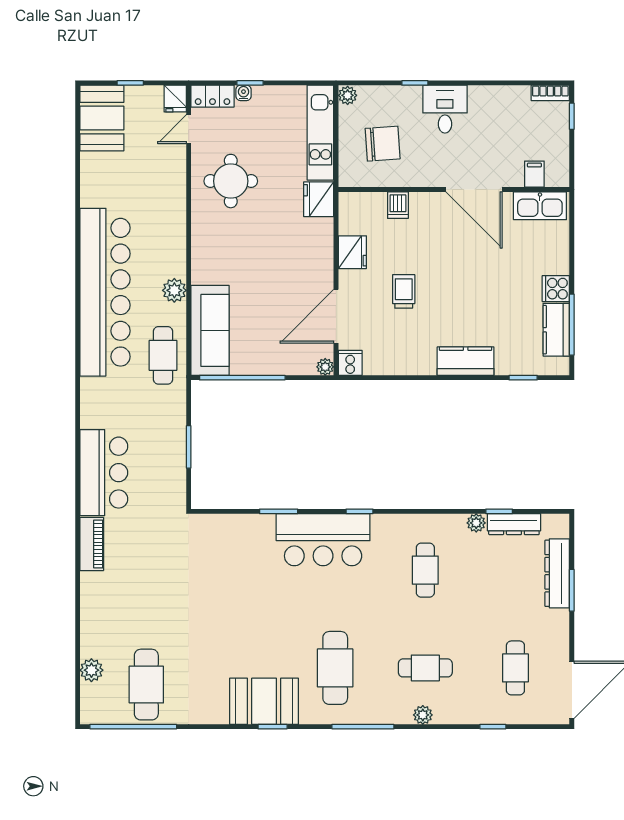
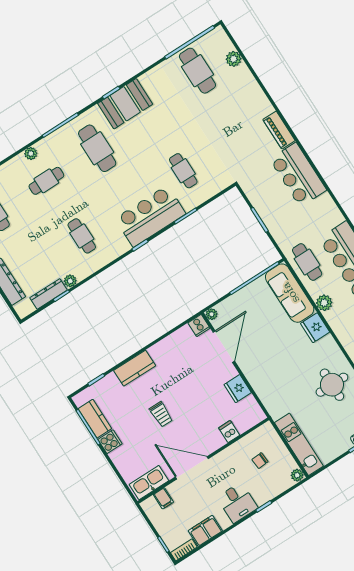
filing cabinet: (508, 100) -> (205, 531), added
chair: (383, 144) -> (260, 461), width x0.54, depth x0.54
fridge: (319, 199) -> (315, 328), moved, turned 180
trolley: (404, 291) -> (161, 414), moved
cafe table: (245, 570) -> (183, 171), added

